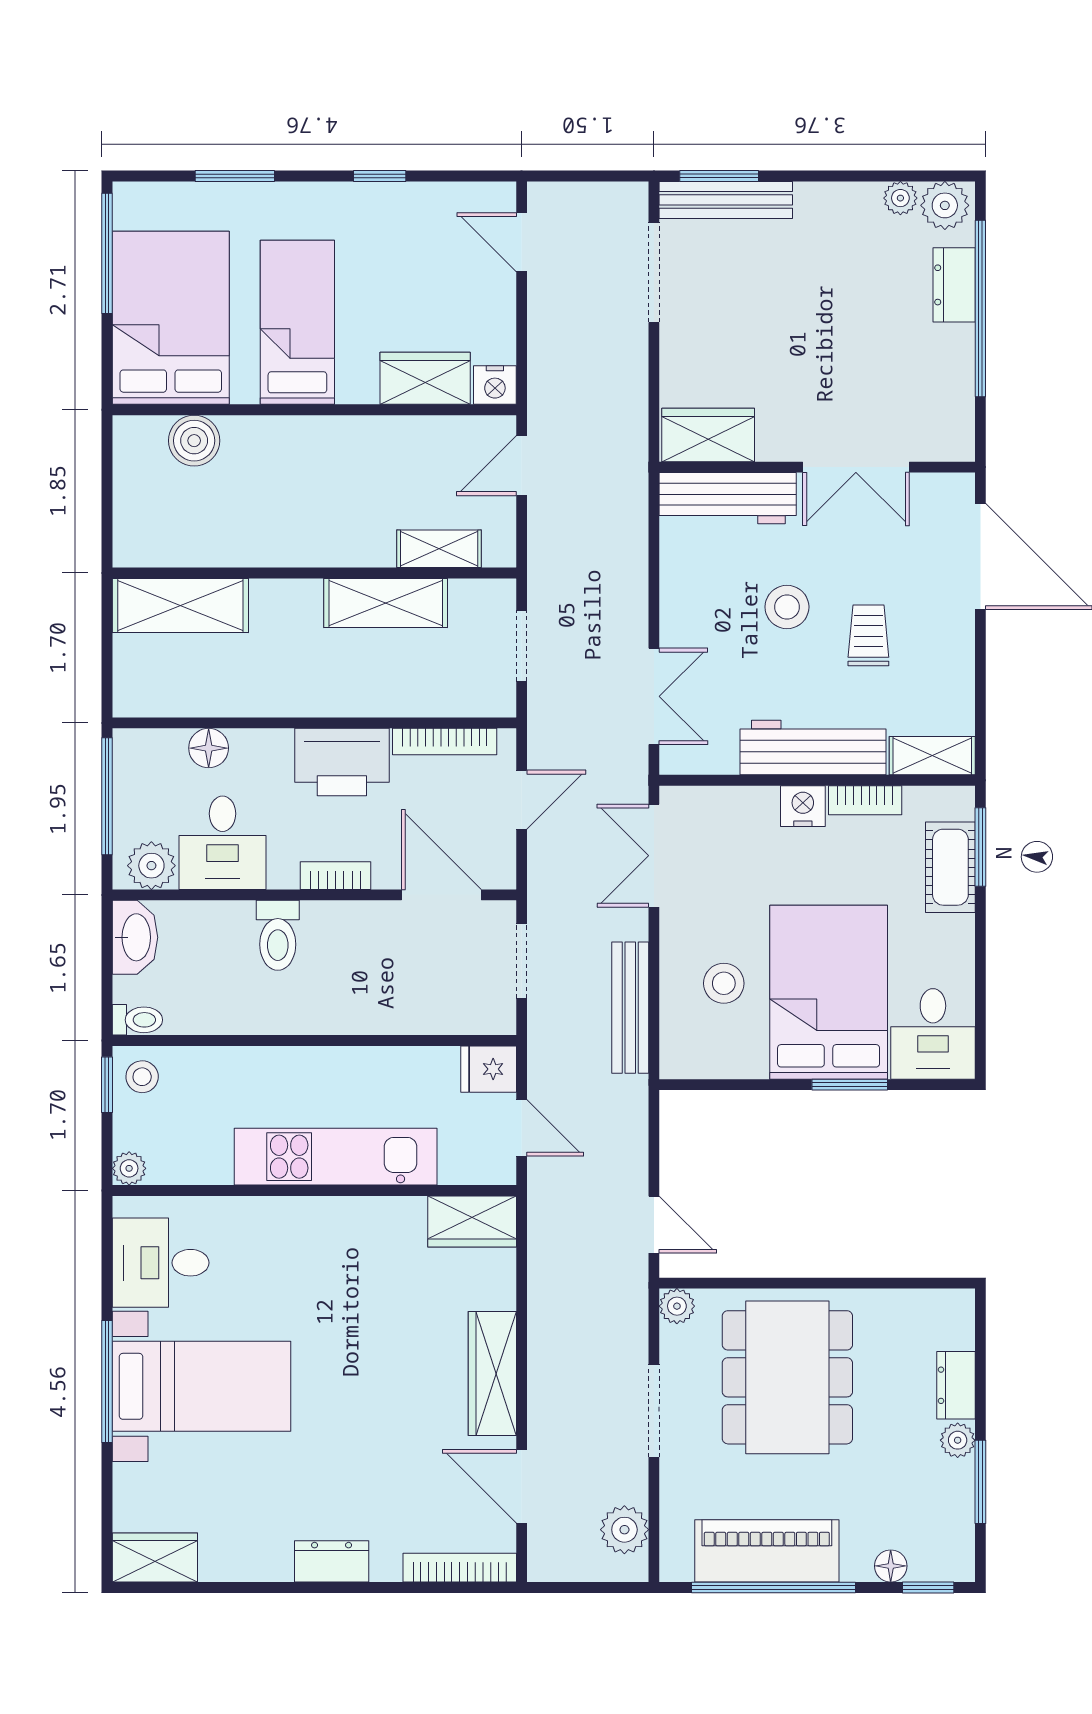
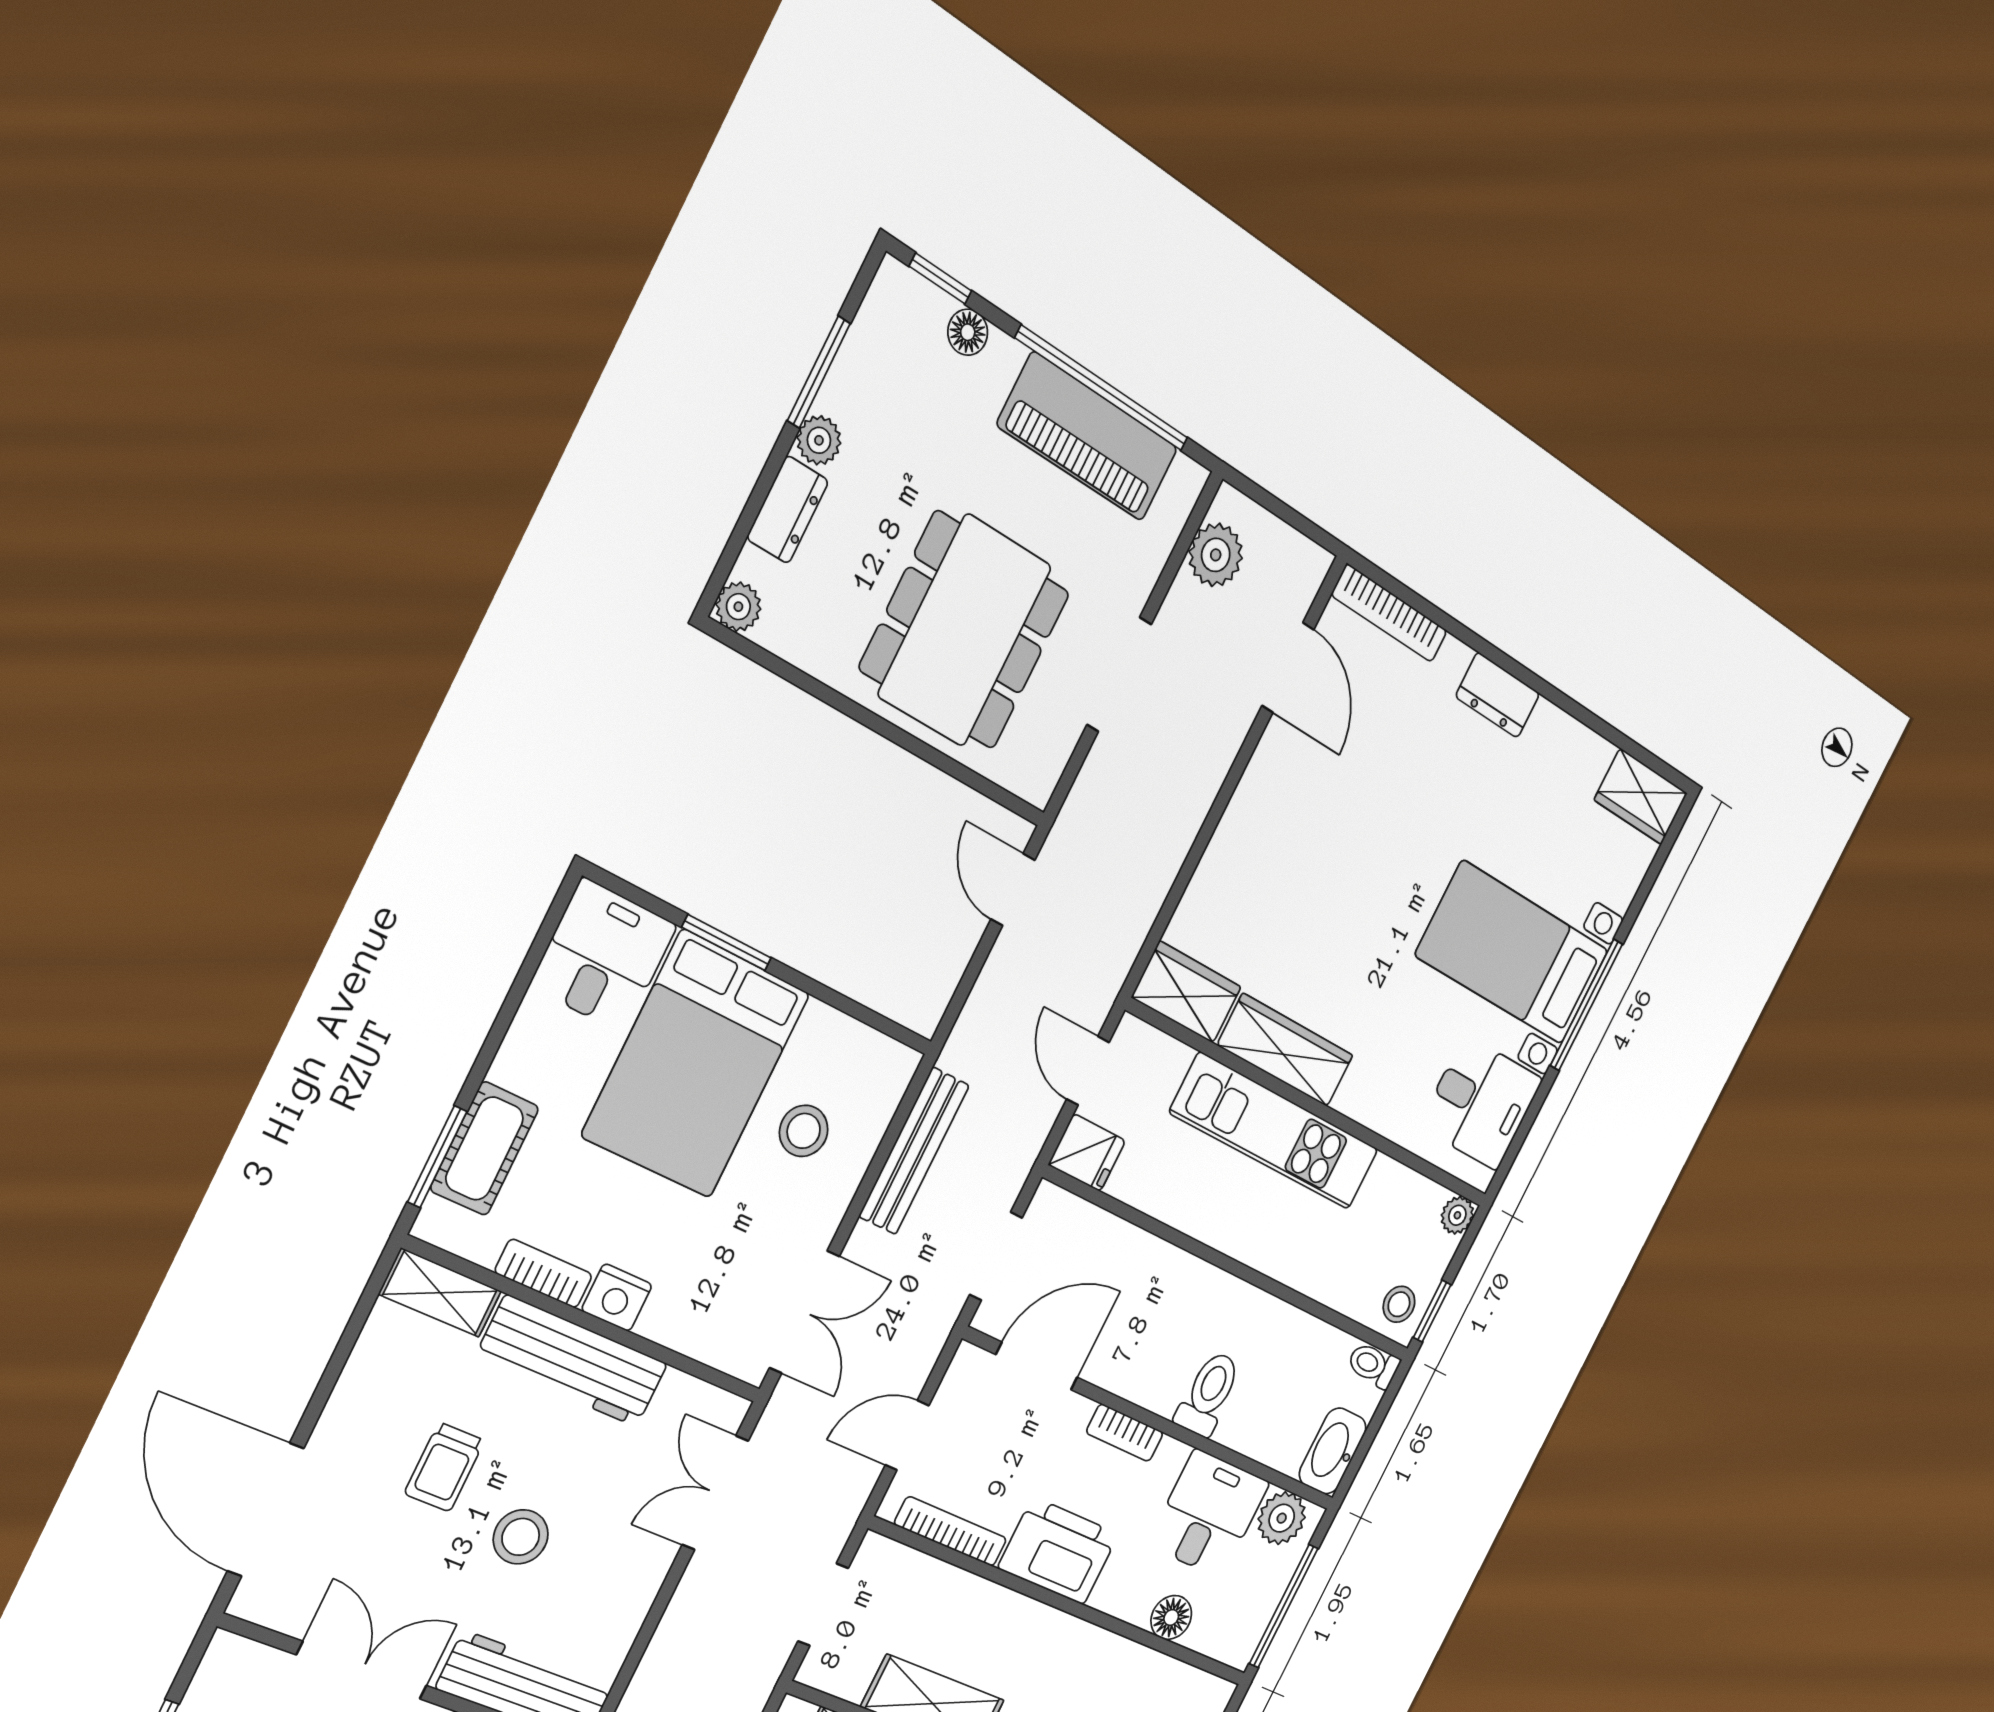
door: (441, 895) -> (1037, 1366), swing flipped
plant: (677, 1306) -> (738, 607), moved
wardrobe: (492, 1374) -> (1285, 1050), moved, turned -90

